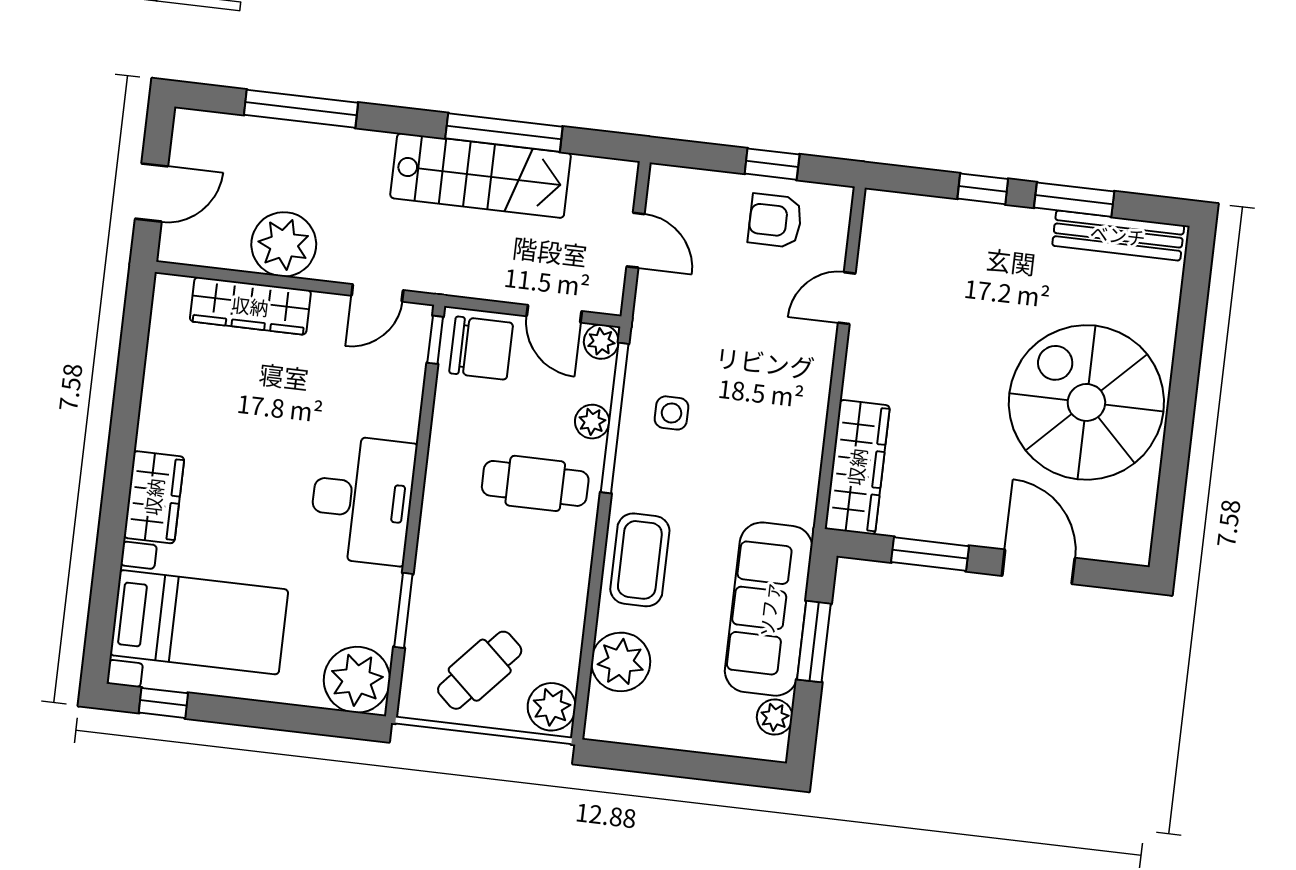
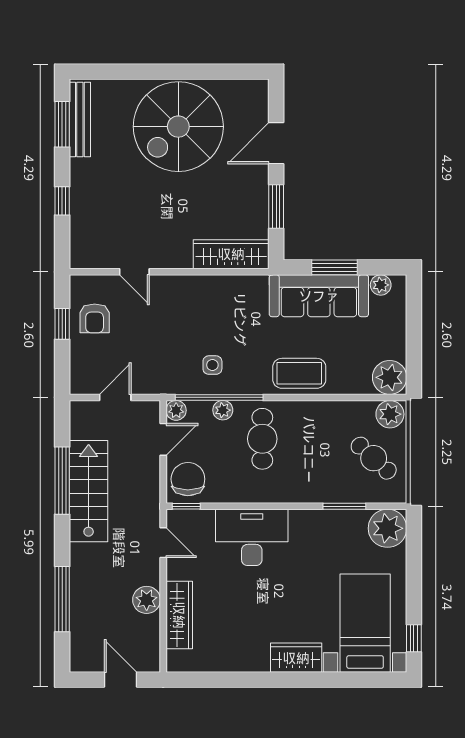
window: (1074, 200) -> (62, 124), moved
plant: (284, 244) -> (147, 600), width x0.73, depth x0.73
desk: (362, 500) -> (252, 537), moved
plant: (621, 662) -> (390, 377), moved

